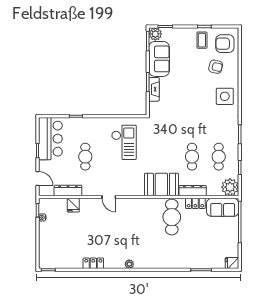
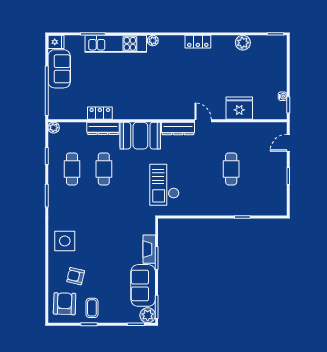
armchair: (225, 44) -> (65, 304), turned -88
bar counter: (50, 139) -> (273, 190), removed
checkout: (124, 142) -> (164, 185), moved
door: (37, 179) -> (288, 143), hinge flipped
plant: (230, 187) -> (54, 128), width x0.53, depth x0.53
dresser: (68, 190) -> (178, 128), moved
fridge: (73, 205) -> (239, 108), width x1.88, depth x1.34
sofa: (223, 207) -> (59, 69), moved, turned 90
cafe table: (172, 217) -> (128, 97), removed
kitchen unit: (182, 261) -> (116, 44), added
plant: (75, 262) -> (243, 43), added
locker: (93, 263) -> (198, 42), moved
plant: (129, 264) -> (153, 41), moved

